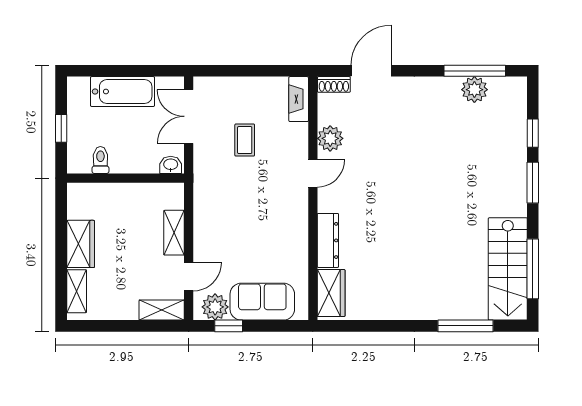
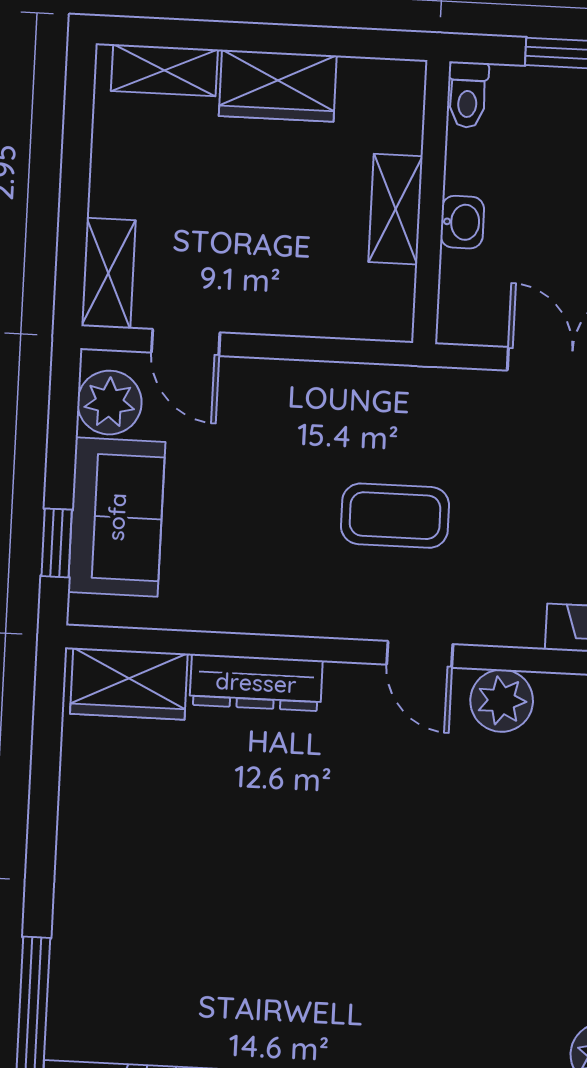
coffee table: (245, 140) -> (395, 516), moved, width x1.36, depth x1.30
toilet: (100, 160) -> (468, 95), moved, turned 90
washbasin: (171, 165) -> (462, 222), moved
shelving: (174, 233) -> (395, 209), moved, turned 90
window: (229, 326) -> (57, 543), moved

